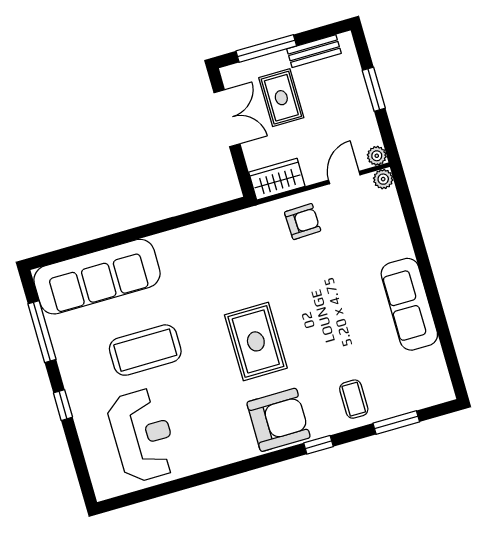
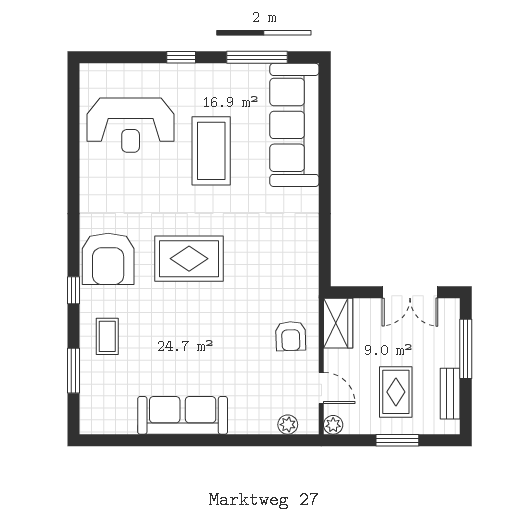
rug: (281, 98) -> (396, 392), moved, turned 90
plant: (383, 179) -> (288, 425), moved
coffee table: (354, 399) -> (107, 336), turned 90

